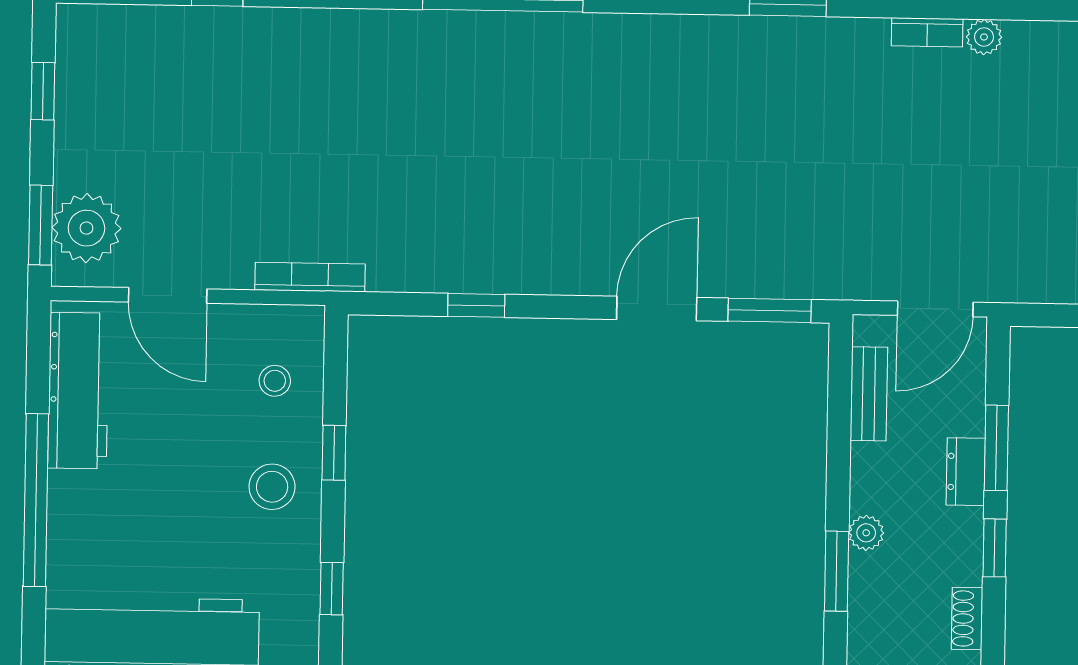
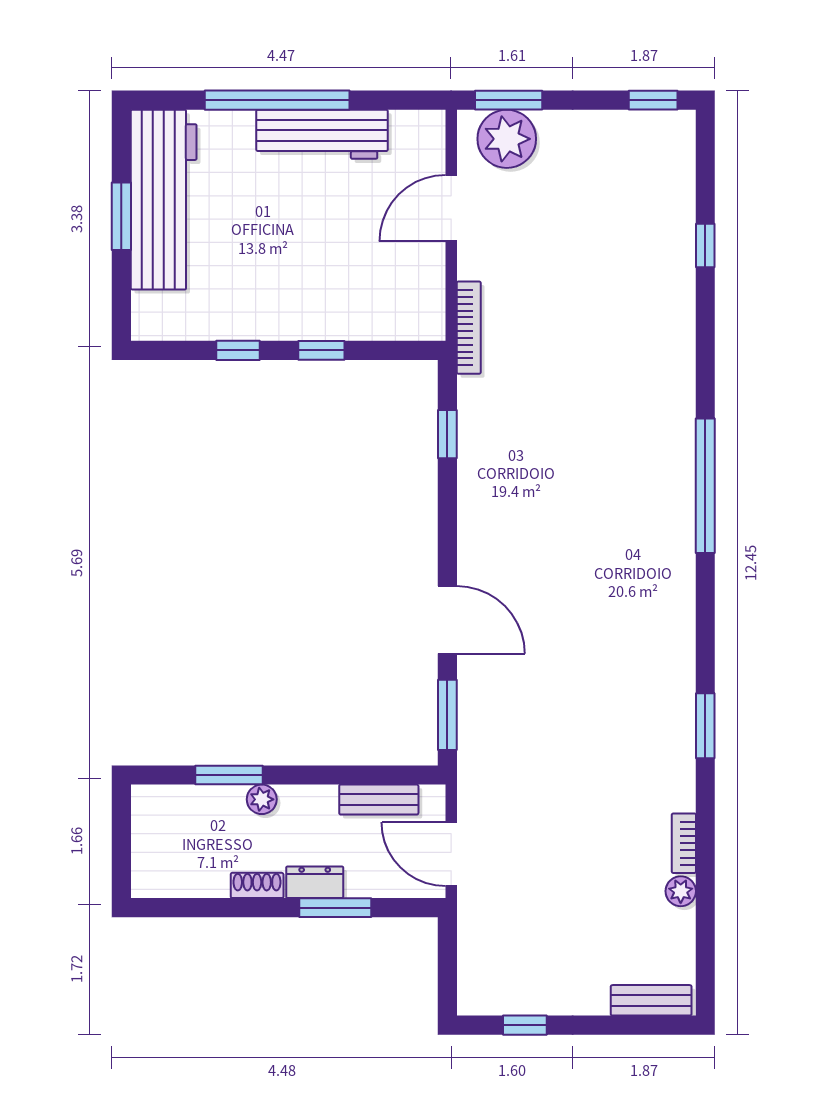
window: (43, 91) -> (653, 100), moved
window: (476, 305) -> (447, 434), moved
stool: (275, 381) -> (381, 299), removed
workbench: (78, 391) -> (322, 134), moved
stool: (272, 487) -> (292, 299), removed
window: (995, 548) -> (251, 908), removed
window: (332, 589) -> (238, 350), moved
shoe rack: (967, 619) -> (257, 885), moved

